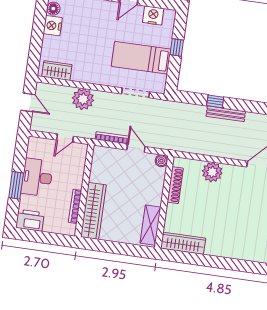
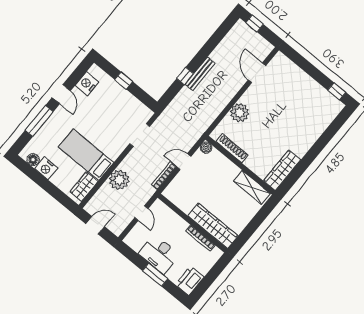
bed: (141, 58) -> (86, 155), moved, turned 90

